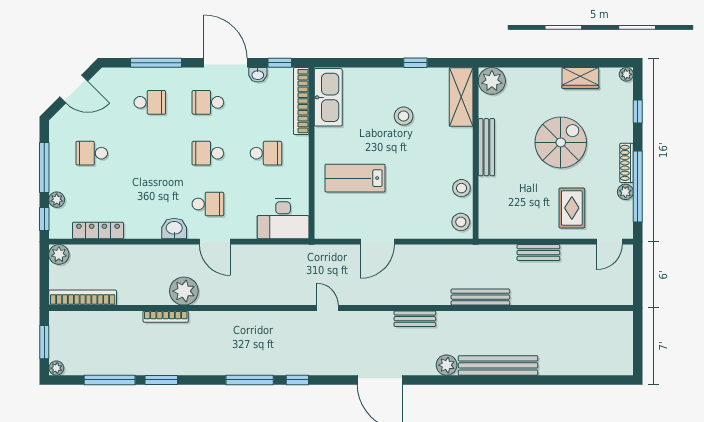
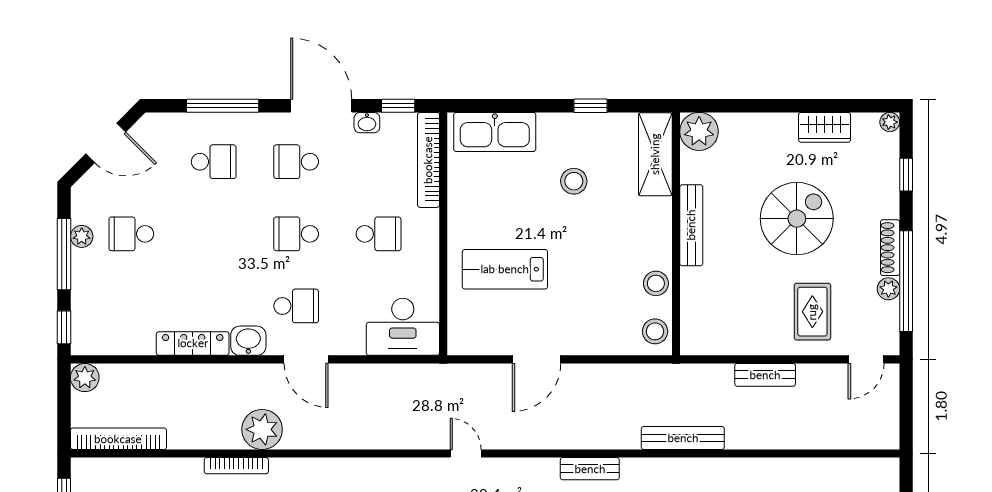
kitchen sink: (328, 97) -> (495, 132), moved, turned 90
plant: (57, 200) -> (82, 236), moved
locker: (98, 230) -> (193, 343), moved

